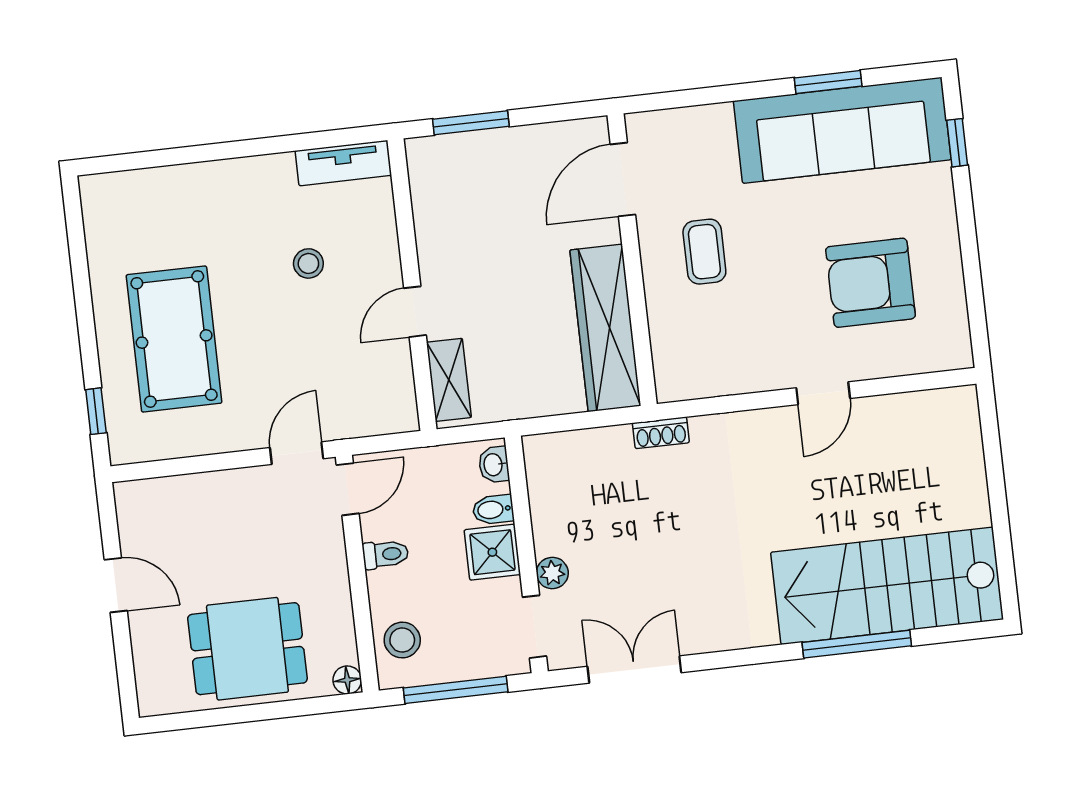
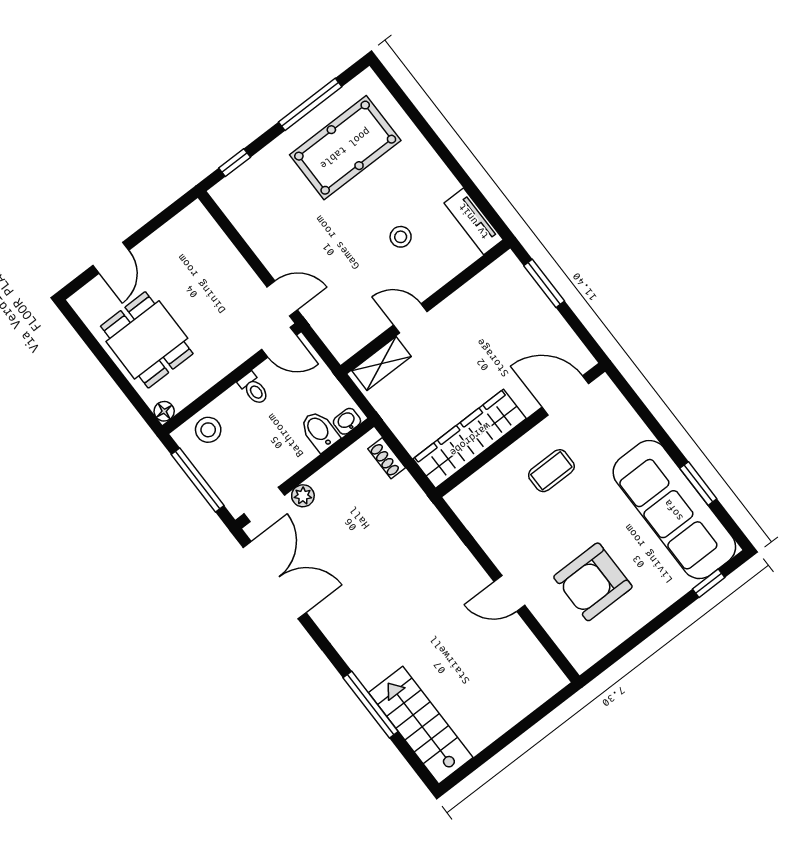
window: (81, 276) -> (310, 104), added
armchair: (871, 283) -> (593, 582), turned -90
pool table: (174, 339) -> (345, 148), moved
shoe rack: (661, 433) -> (387, 458), moved
bidet: (493, 510) -> (319, 431), width x1.38, depth x1.36
shower: (492, 552) -> (294, 452), removed
door: (116, 585) -> (111, 258), moved
stairs: (887, 586) -> (421, 725), width x0.73, depth x0.66
double door: (634, 669) -> (275, 580), width x1.37

